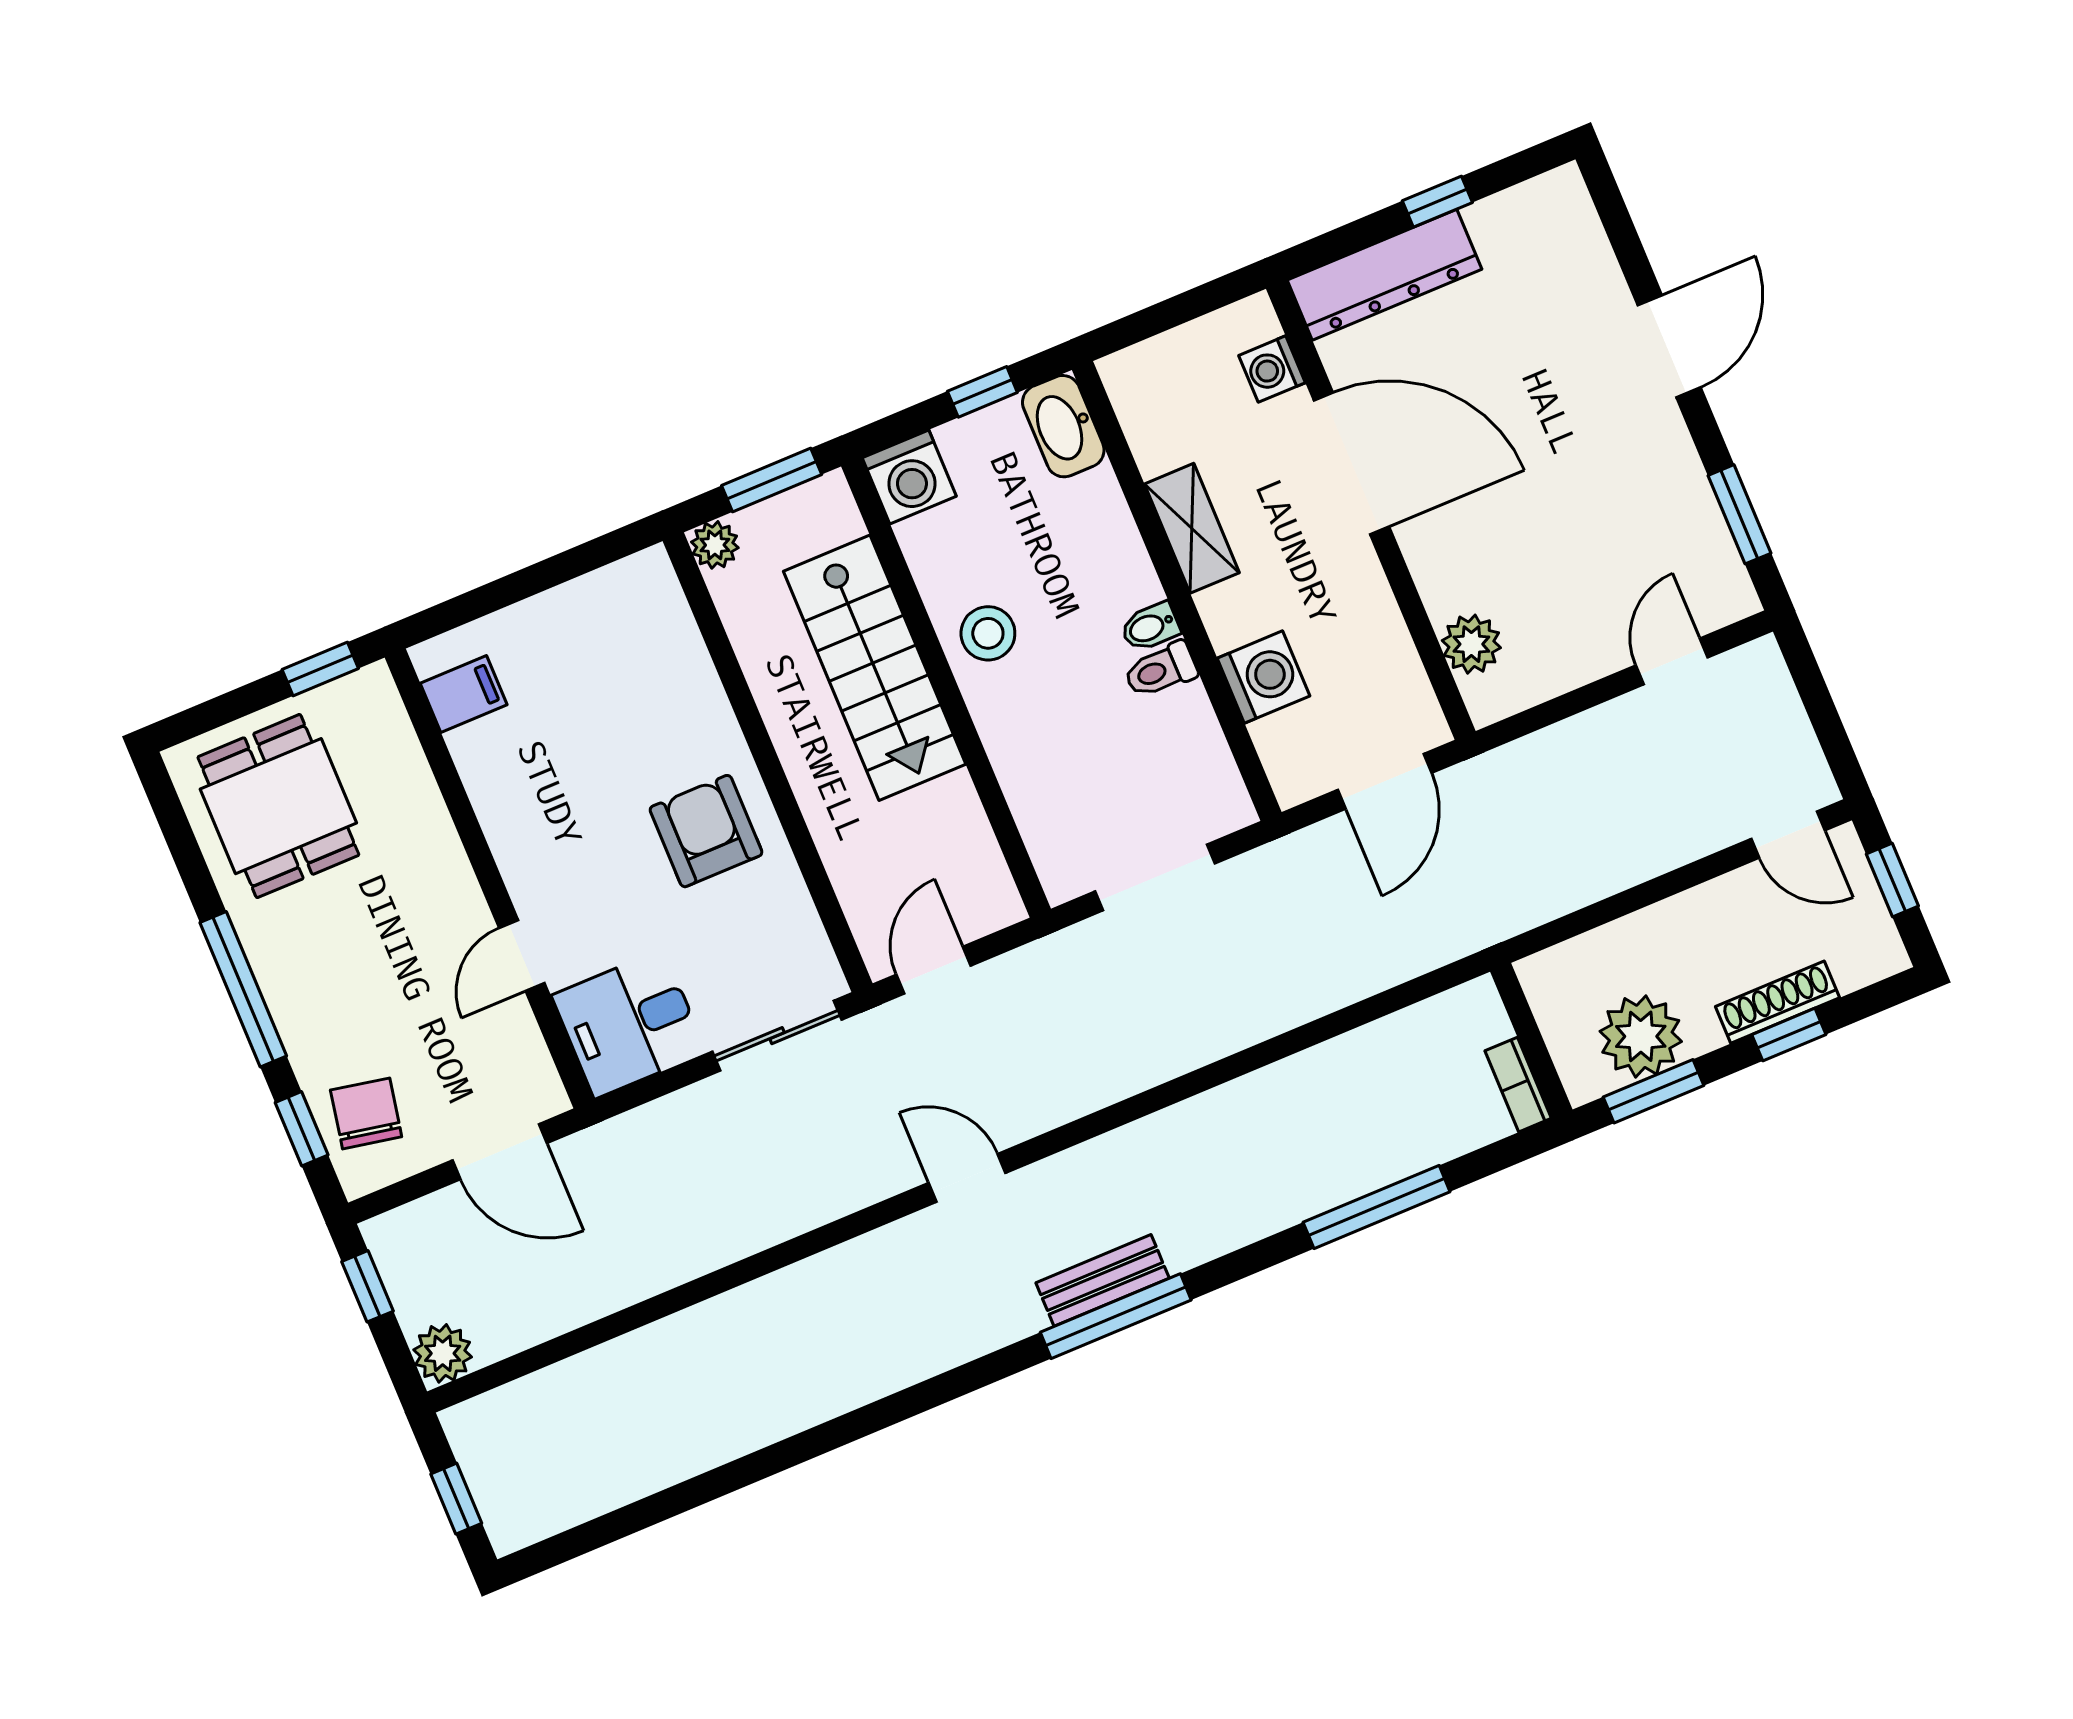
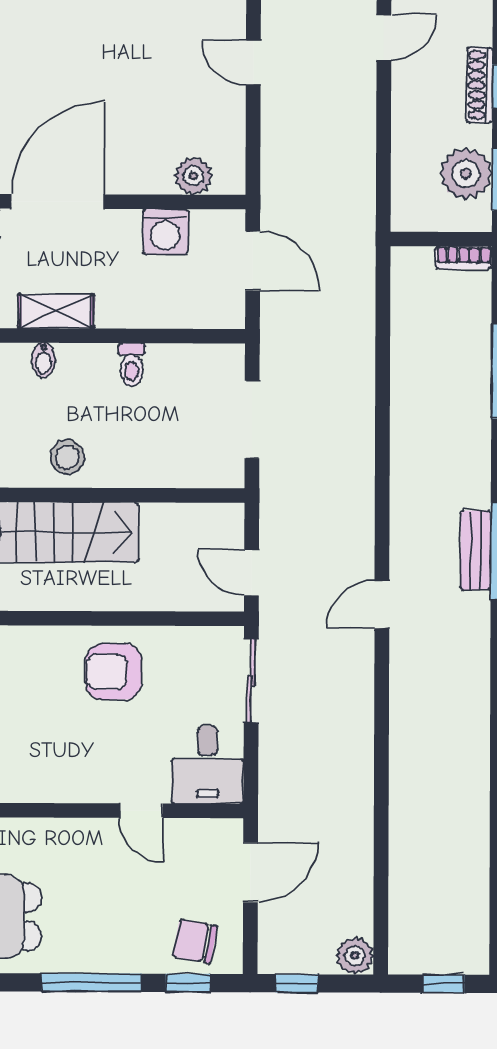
bidet: (1150, 627) -> (43, 360), moved
washing machine: (1263, 677) -> (165, 232), moved, turned 180

